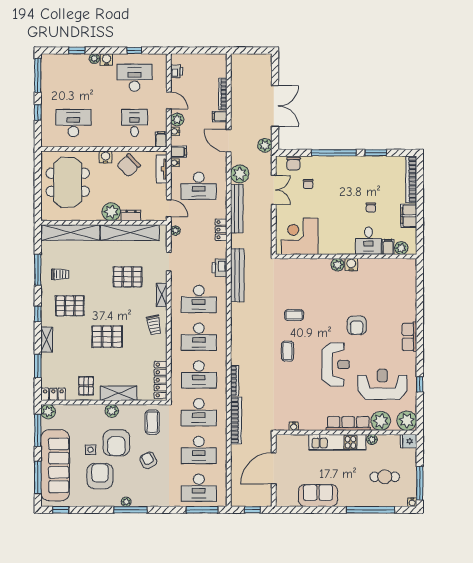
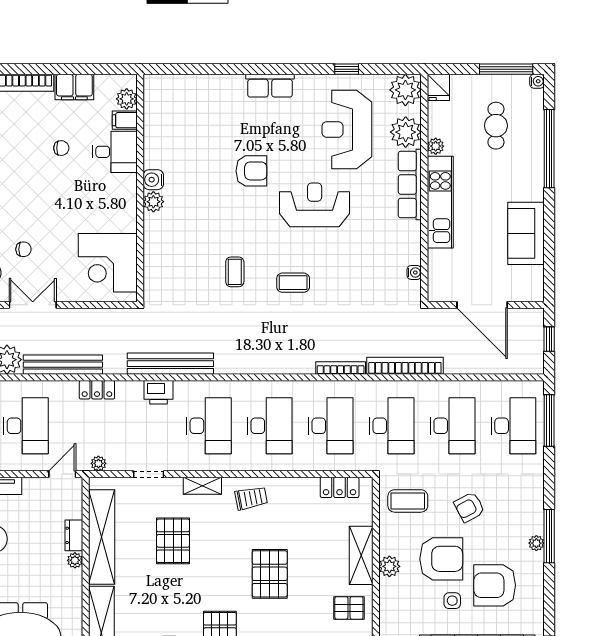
plant: (111, 212) -> (75, 560), width x0.53, depth x0.53
locker: (161, 380) -> (340, 487), width x0.66

